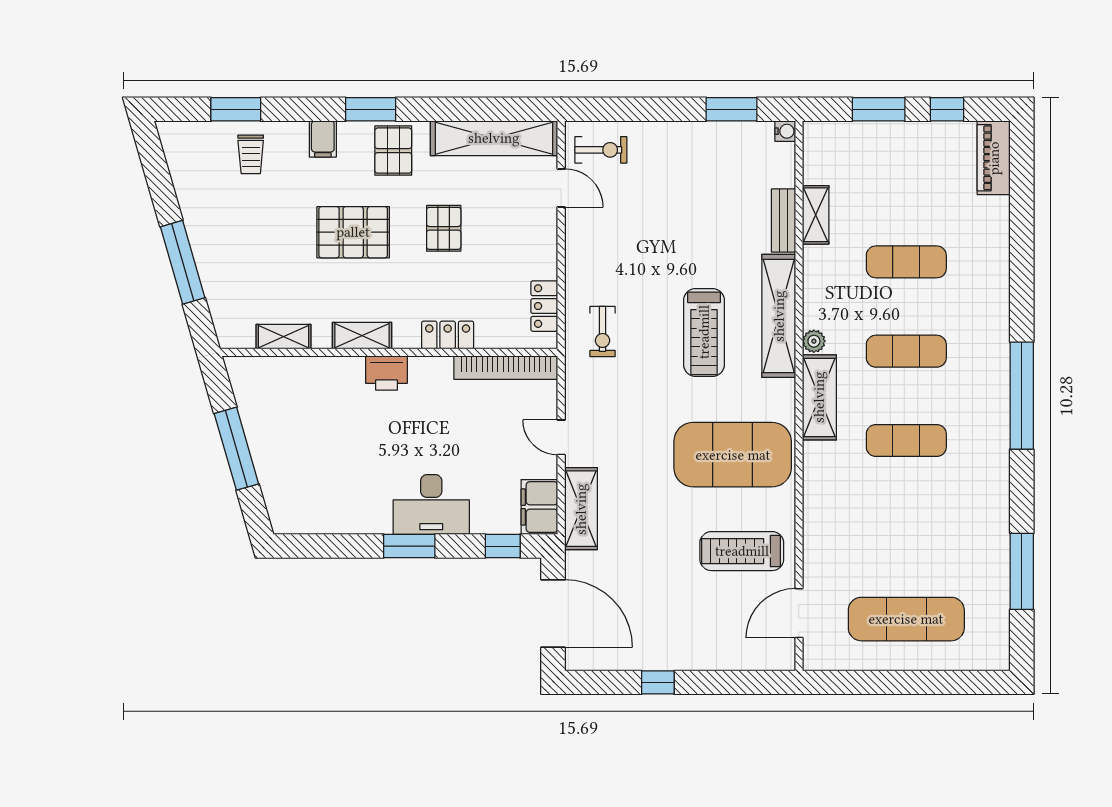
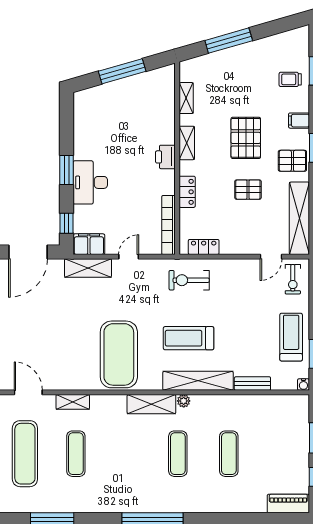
shelving: (816, 215) -> (73, 402), moved
exercise bike: (602, 331) -> (189, 280), width x1.38, depth x1.39
exercise mat: (906, 440) -> (76, 454), moved
treadmill: (742, 551) -> (291, 337), moved

